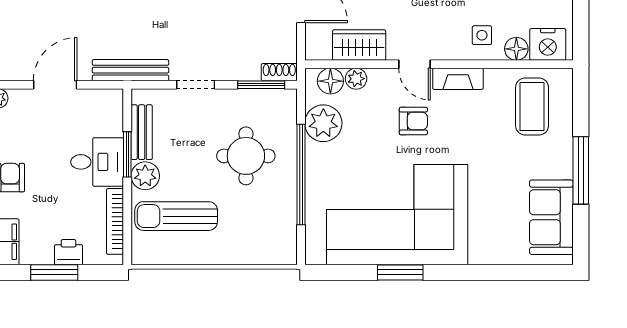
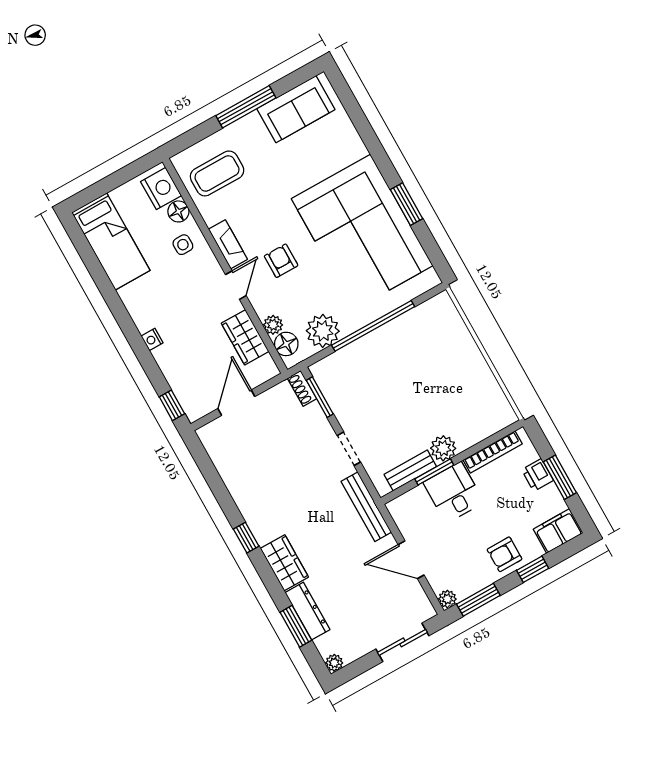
round table: (246, 156) -> (383, 378), removed
sun lounger: (176, 216) -> (461, 406), removed

